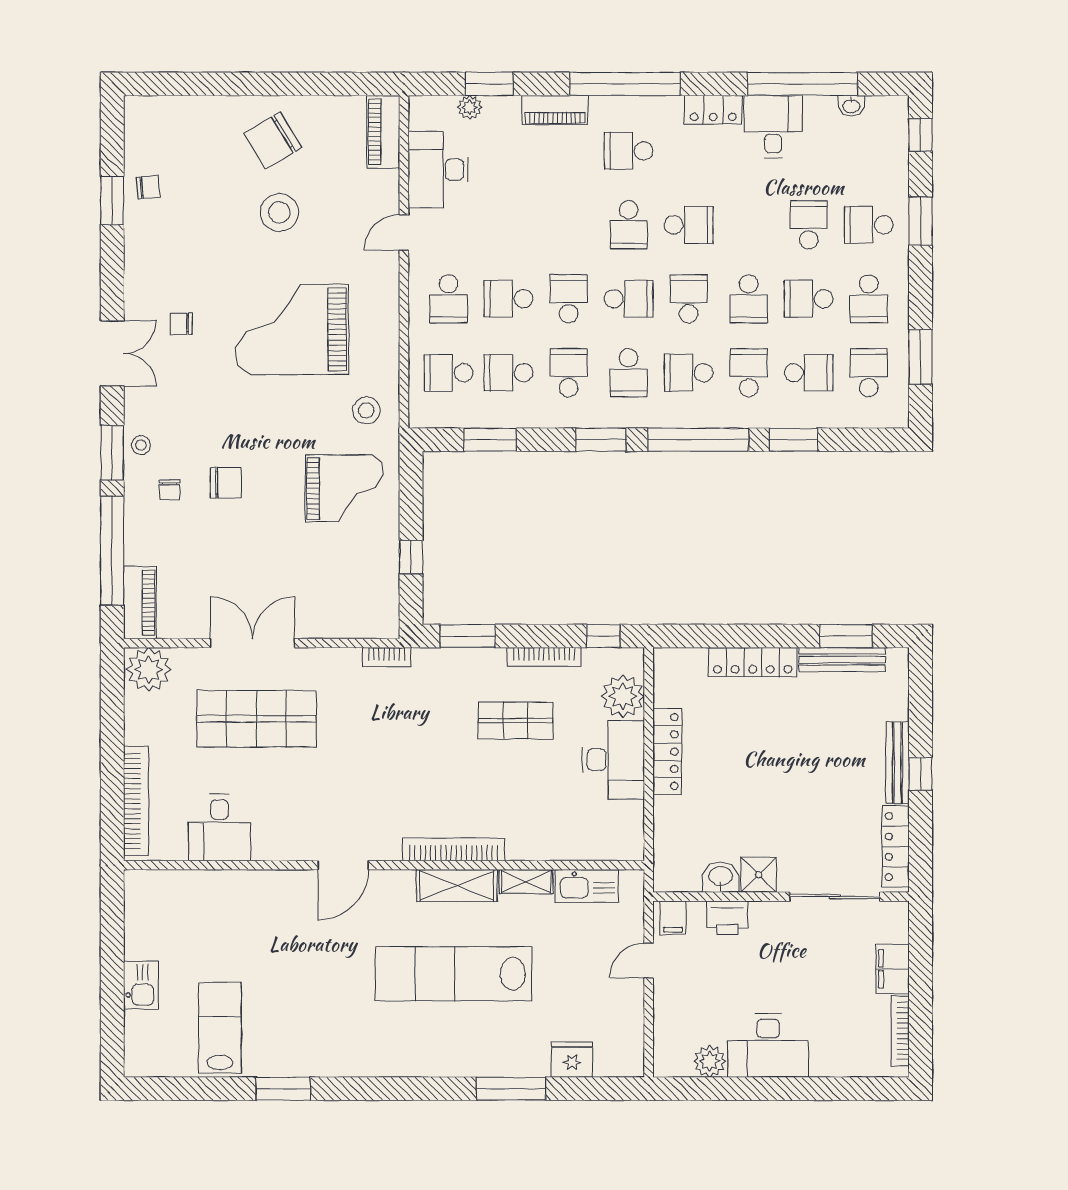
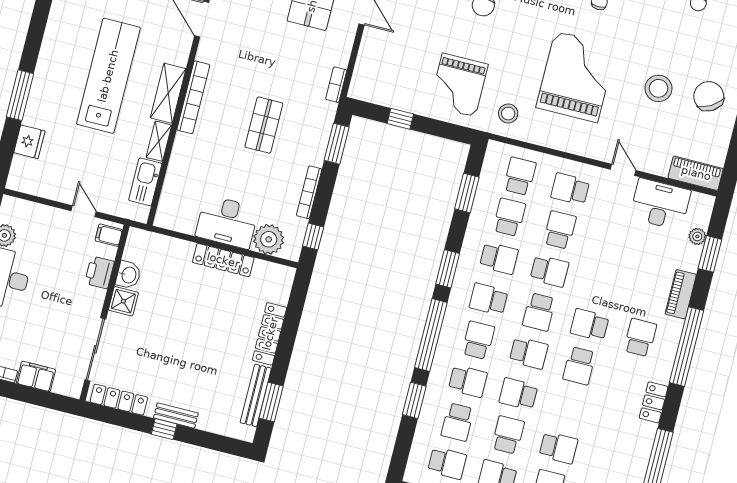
desk: (773, 127) -> (632, 440), removed
shop shelf: (516, 721) -> (264, 125), moved
bench: (898, 763) -> (176, 416), width x0.73

